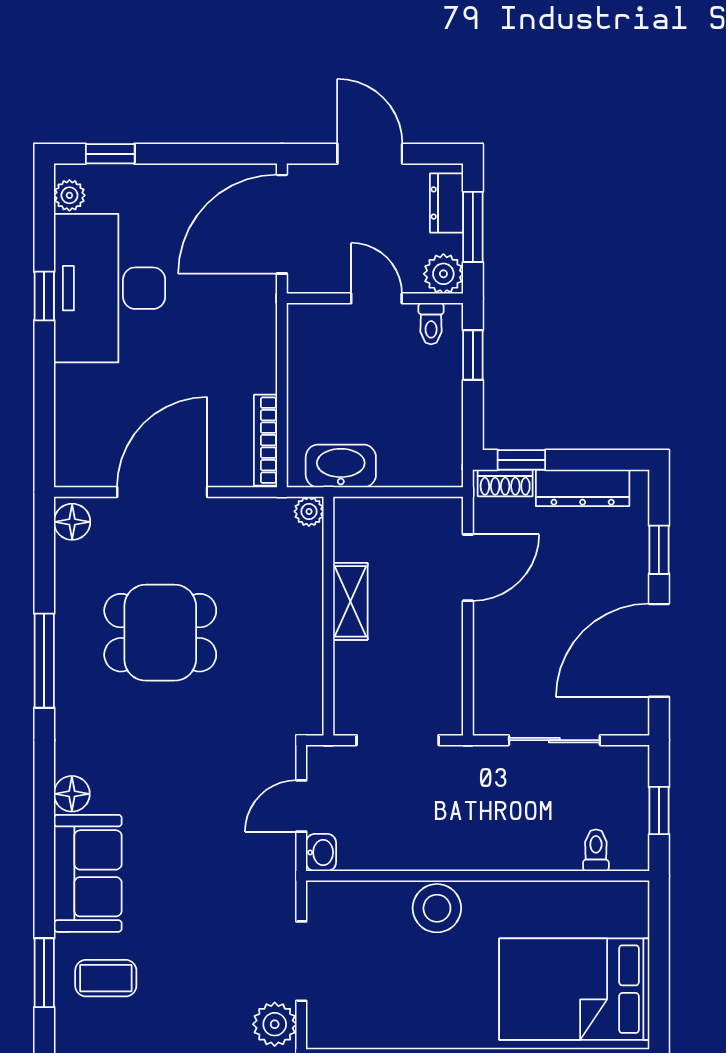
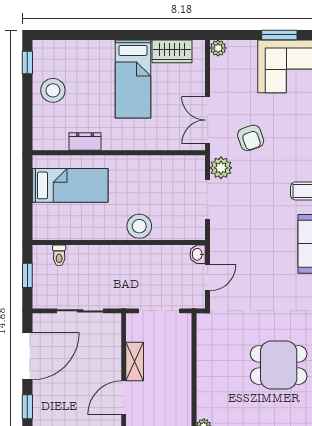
shelving: (350, 601) -> (135, 362), moved
bed: (574, 989) -> (70, 185), width x0.67

